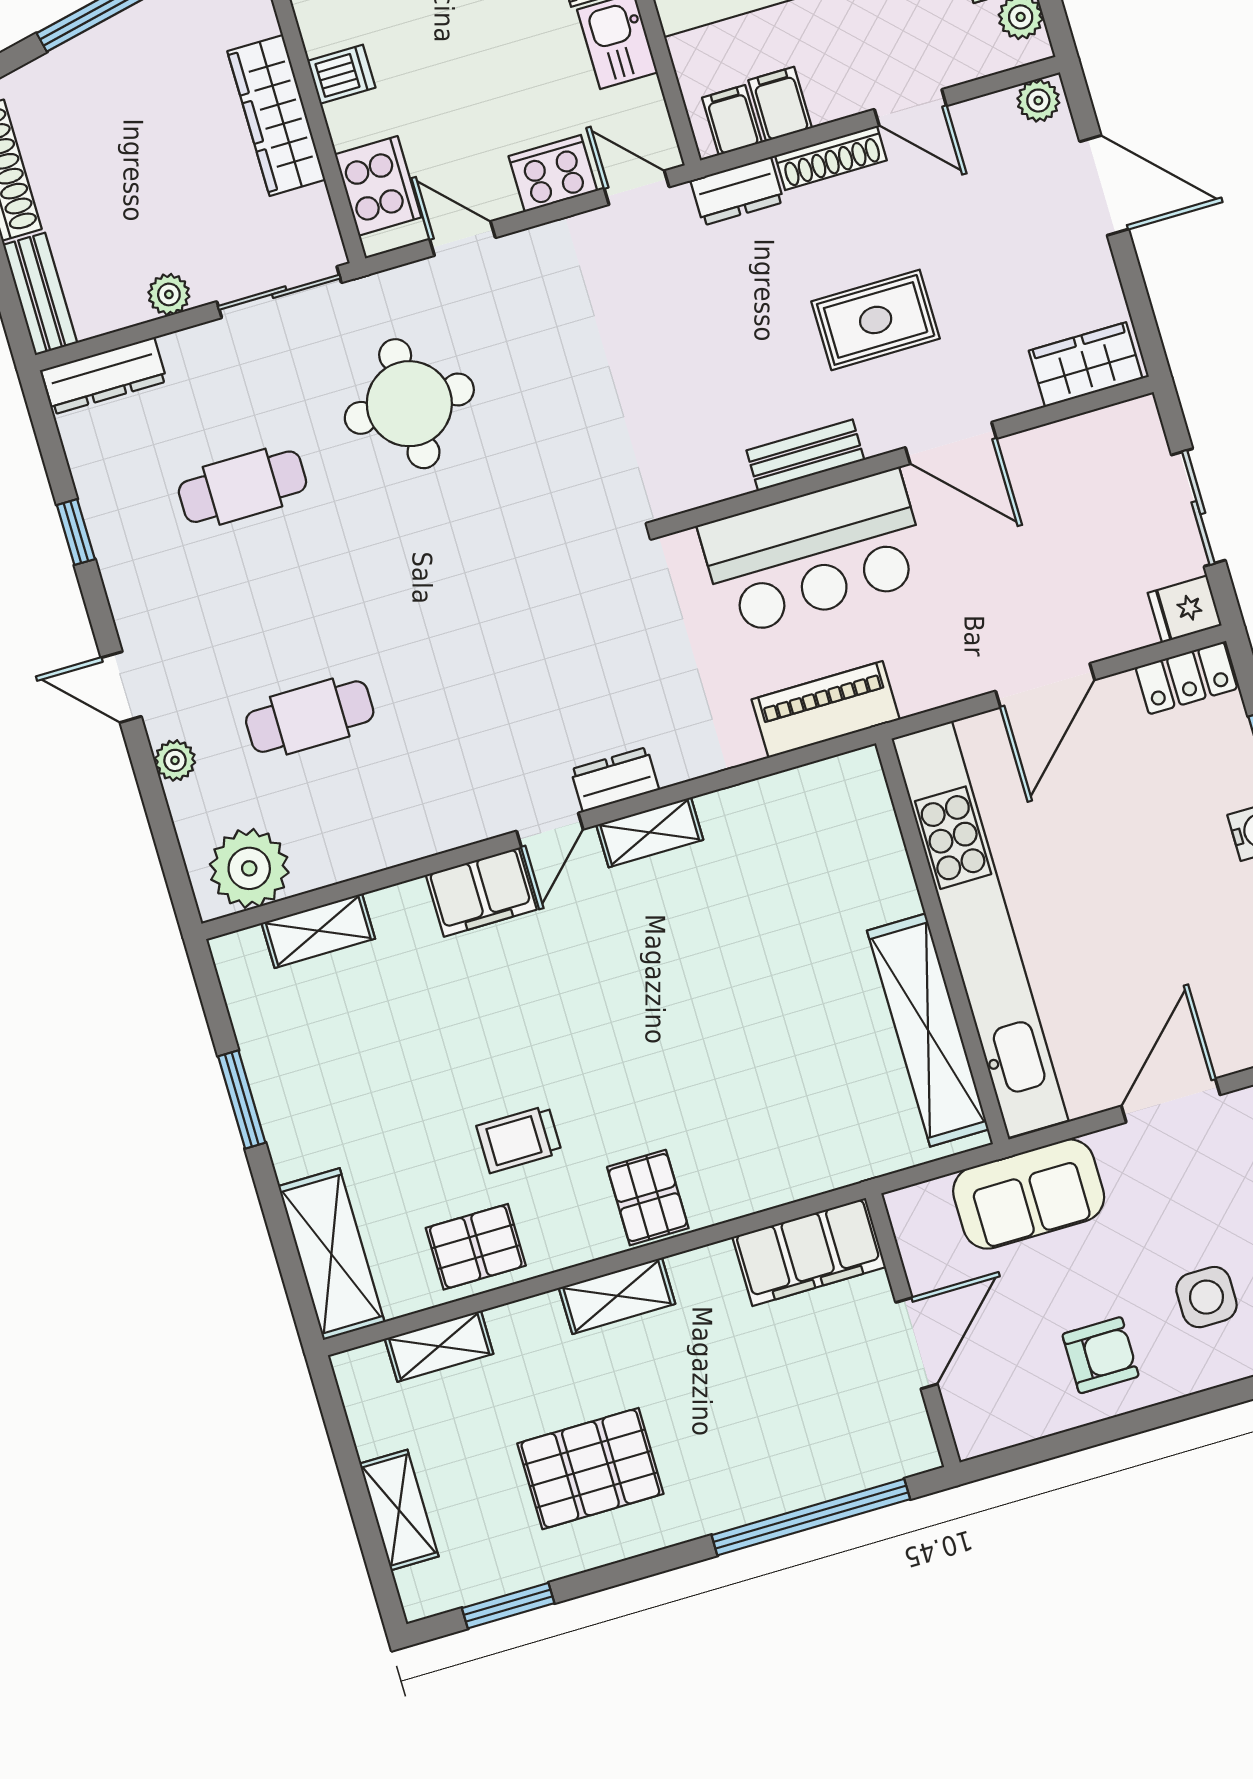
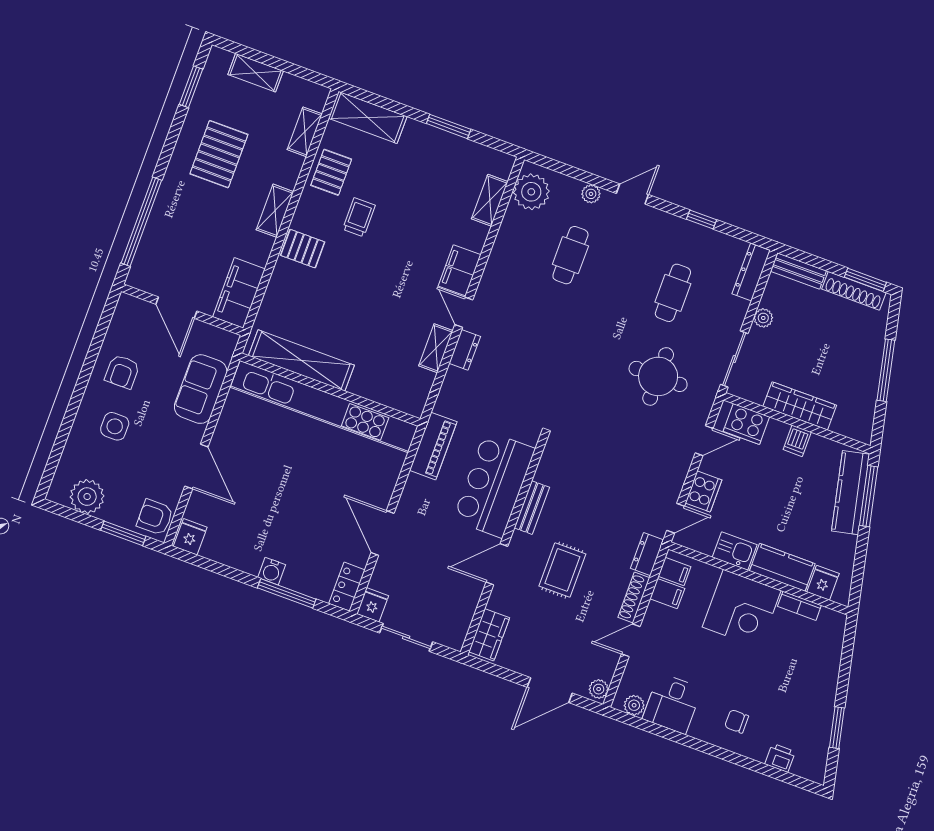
kitchen unit: (980, 930) -> (324, 407), moved
wall: (942, 941) -> (330, 390), moved
shelving: (928, 1030) -> (301, 360), moved

